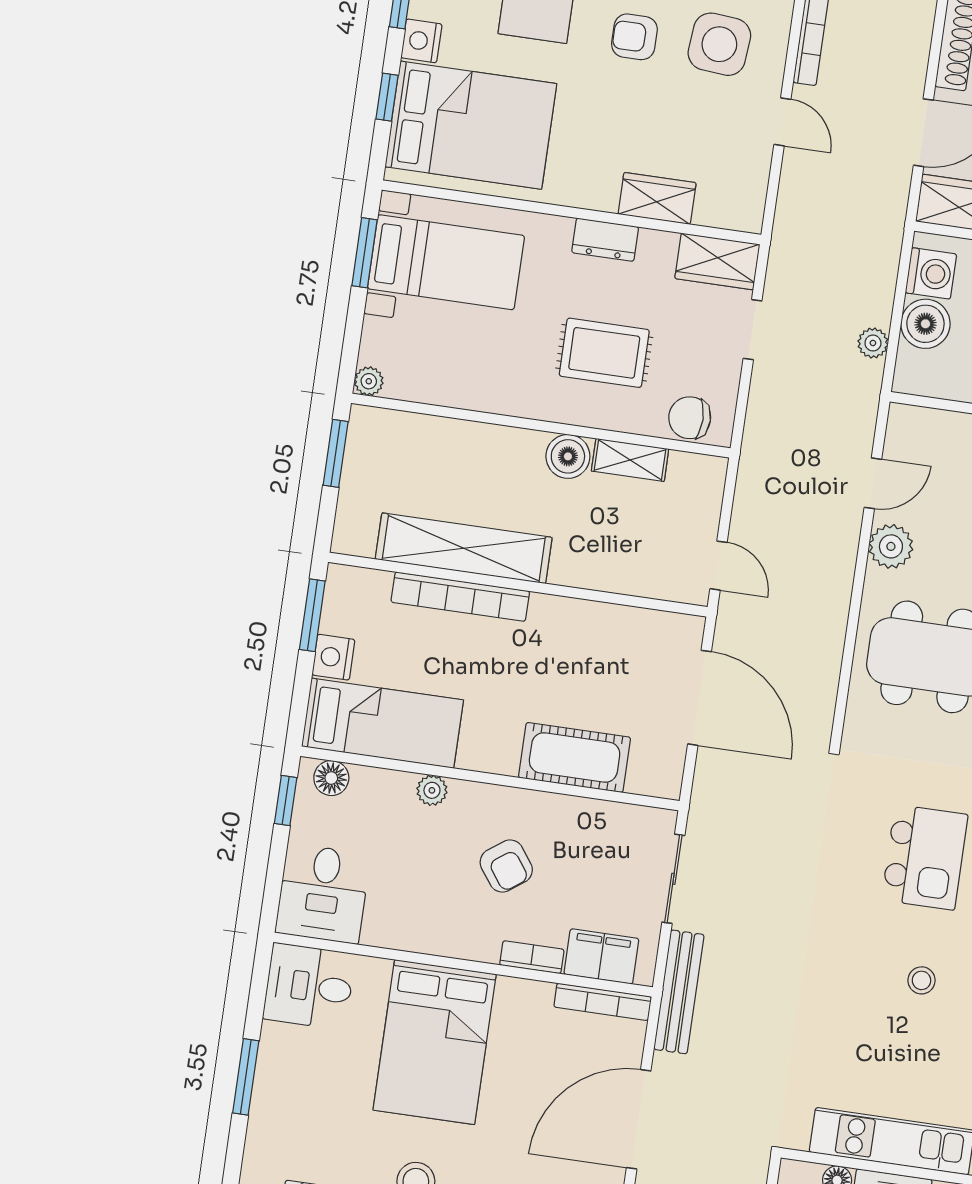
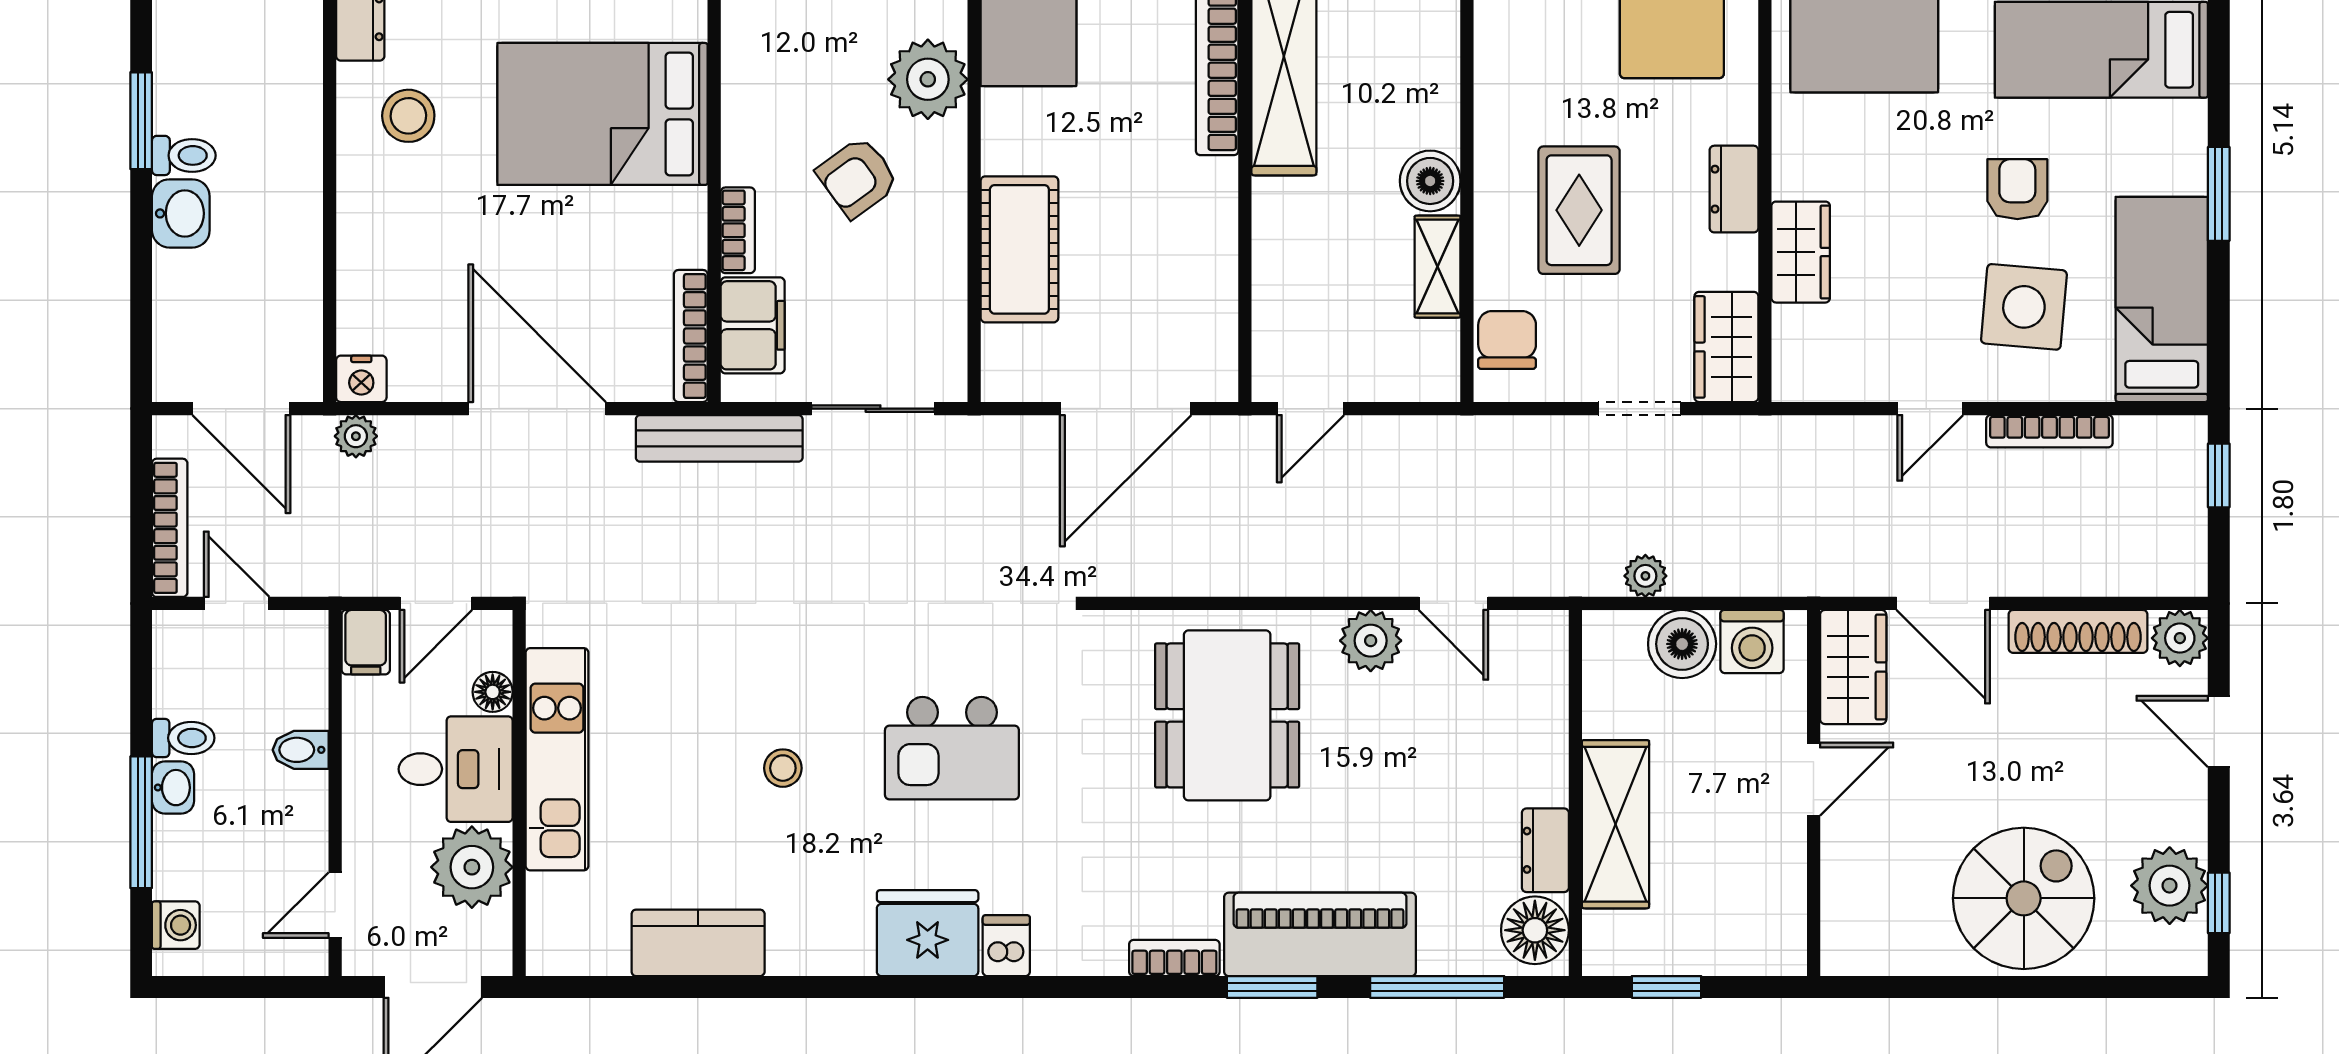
plant: (432, 790) -> (928, 79), width x1.88, depth x1.88

